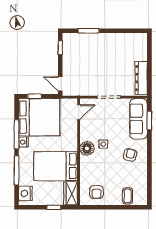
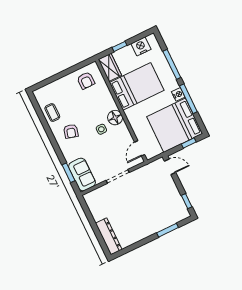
dresser: (141, 78) -> (109, 236), moved
sofa: (139, 119) -> (82, 175), width x0.73
armchair: (97, 192) -> (86, 81), turned 180
nightstand: (25, 193) -> (141, 46), moved, turned -90
coffee table: (128, 196) -> (52, 113), moved

